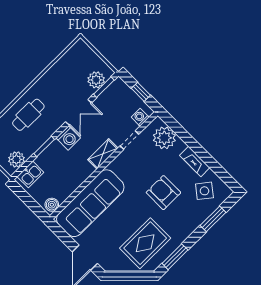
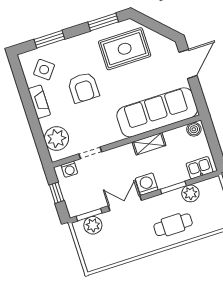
shelving: (103, 154) -> (149, 144), moved
plant: (16, 159) -> (190, 193), moved

